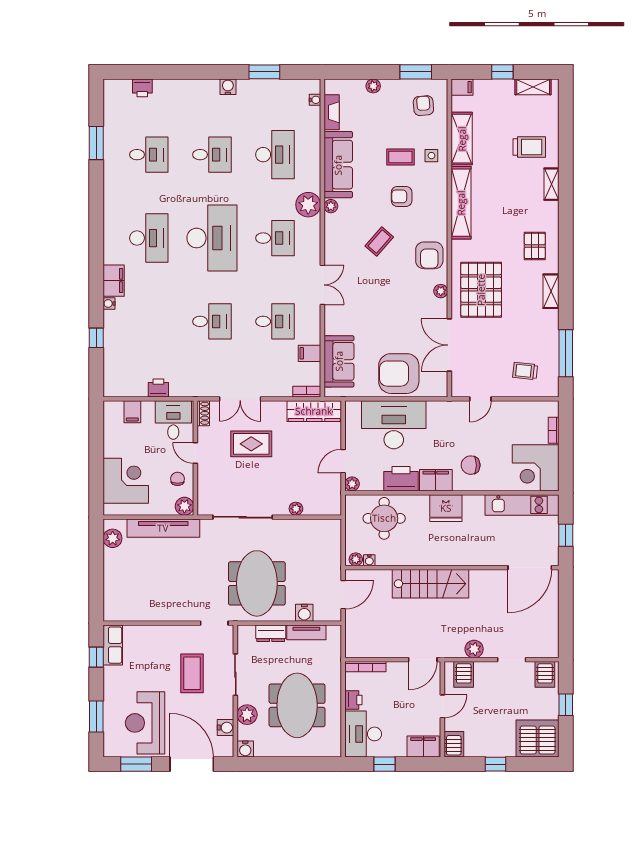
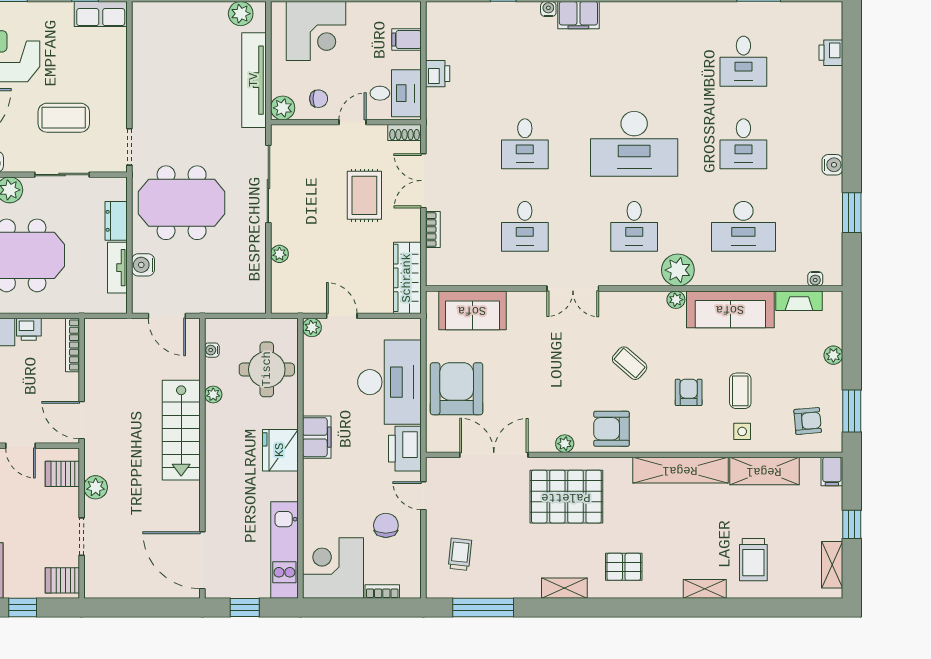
desk: (149, 238) -> (634, 61), removed
filing cabinet: (310, 353) -> (483, 272), removed
bookcase: (307, 392) -> (433, 230), moved
chair: (471, 465) -> (386, 525), moved
printer: (401, 479) -> (405, 449), moved, turned 180
plant: (356, 559) -> (213, 395), moved

